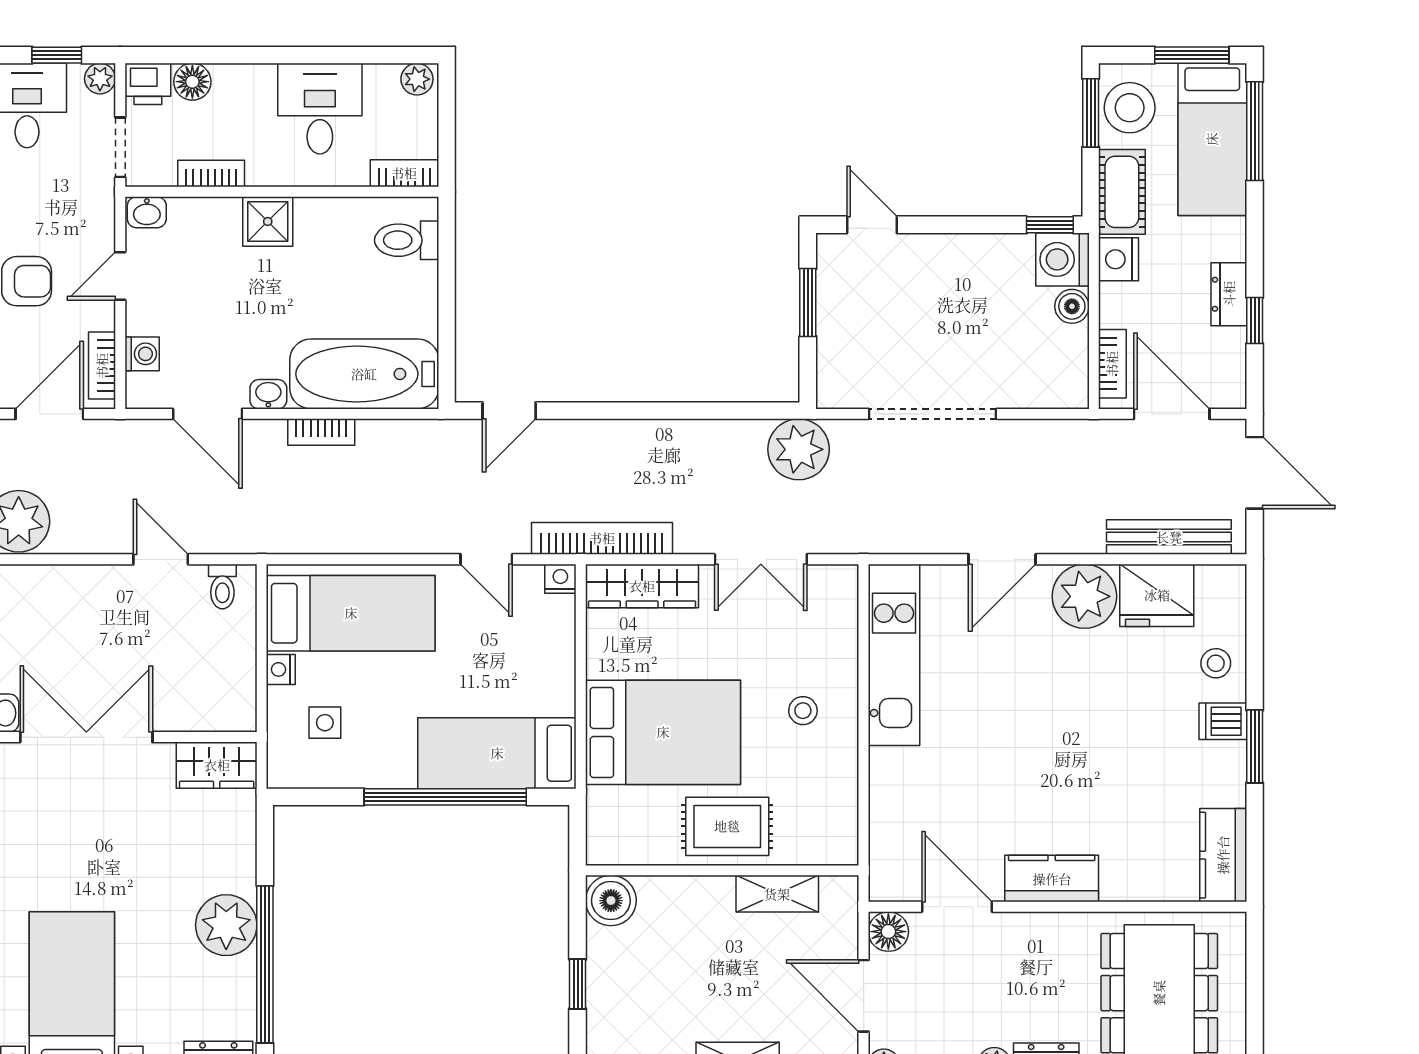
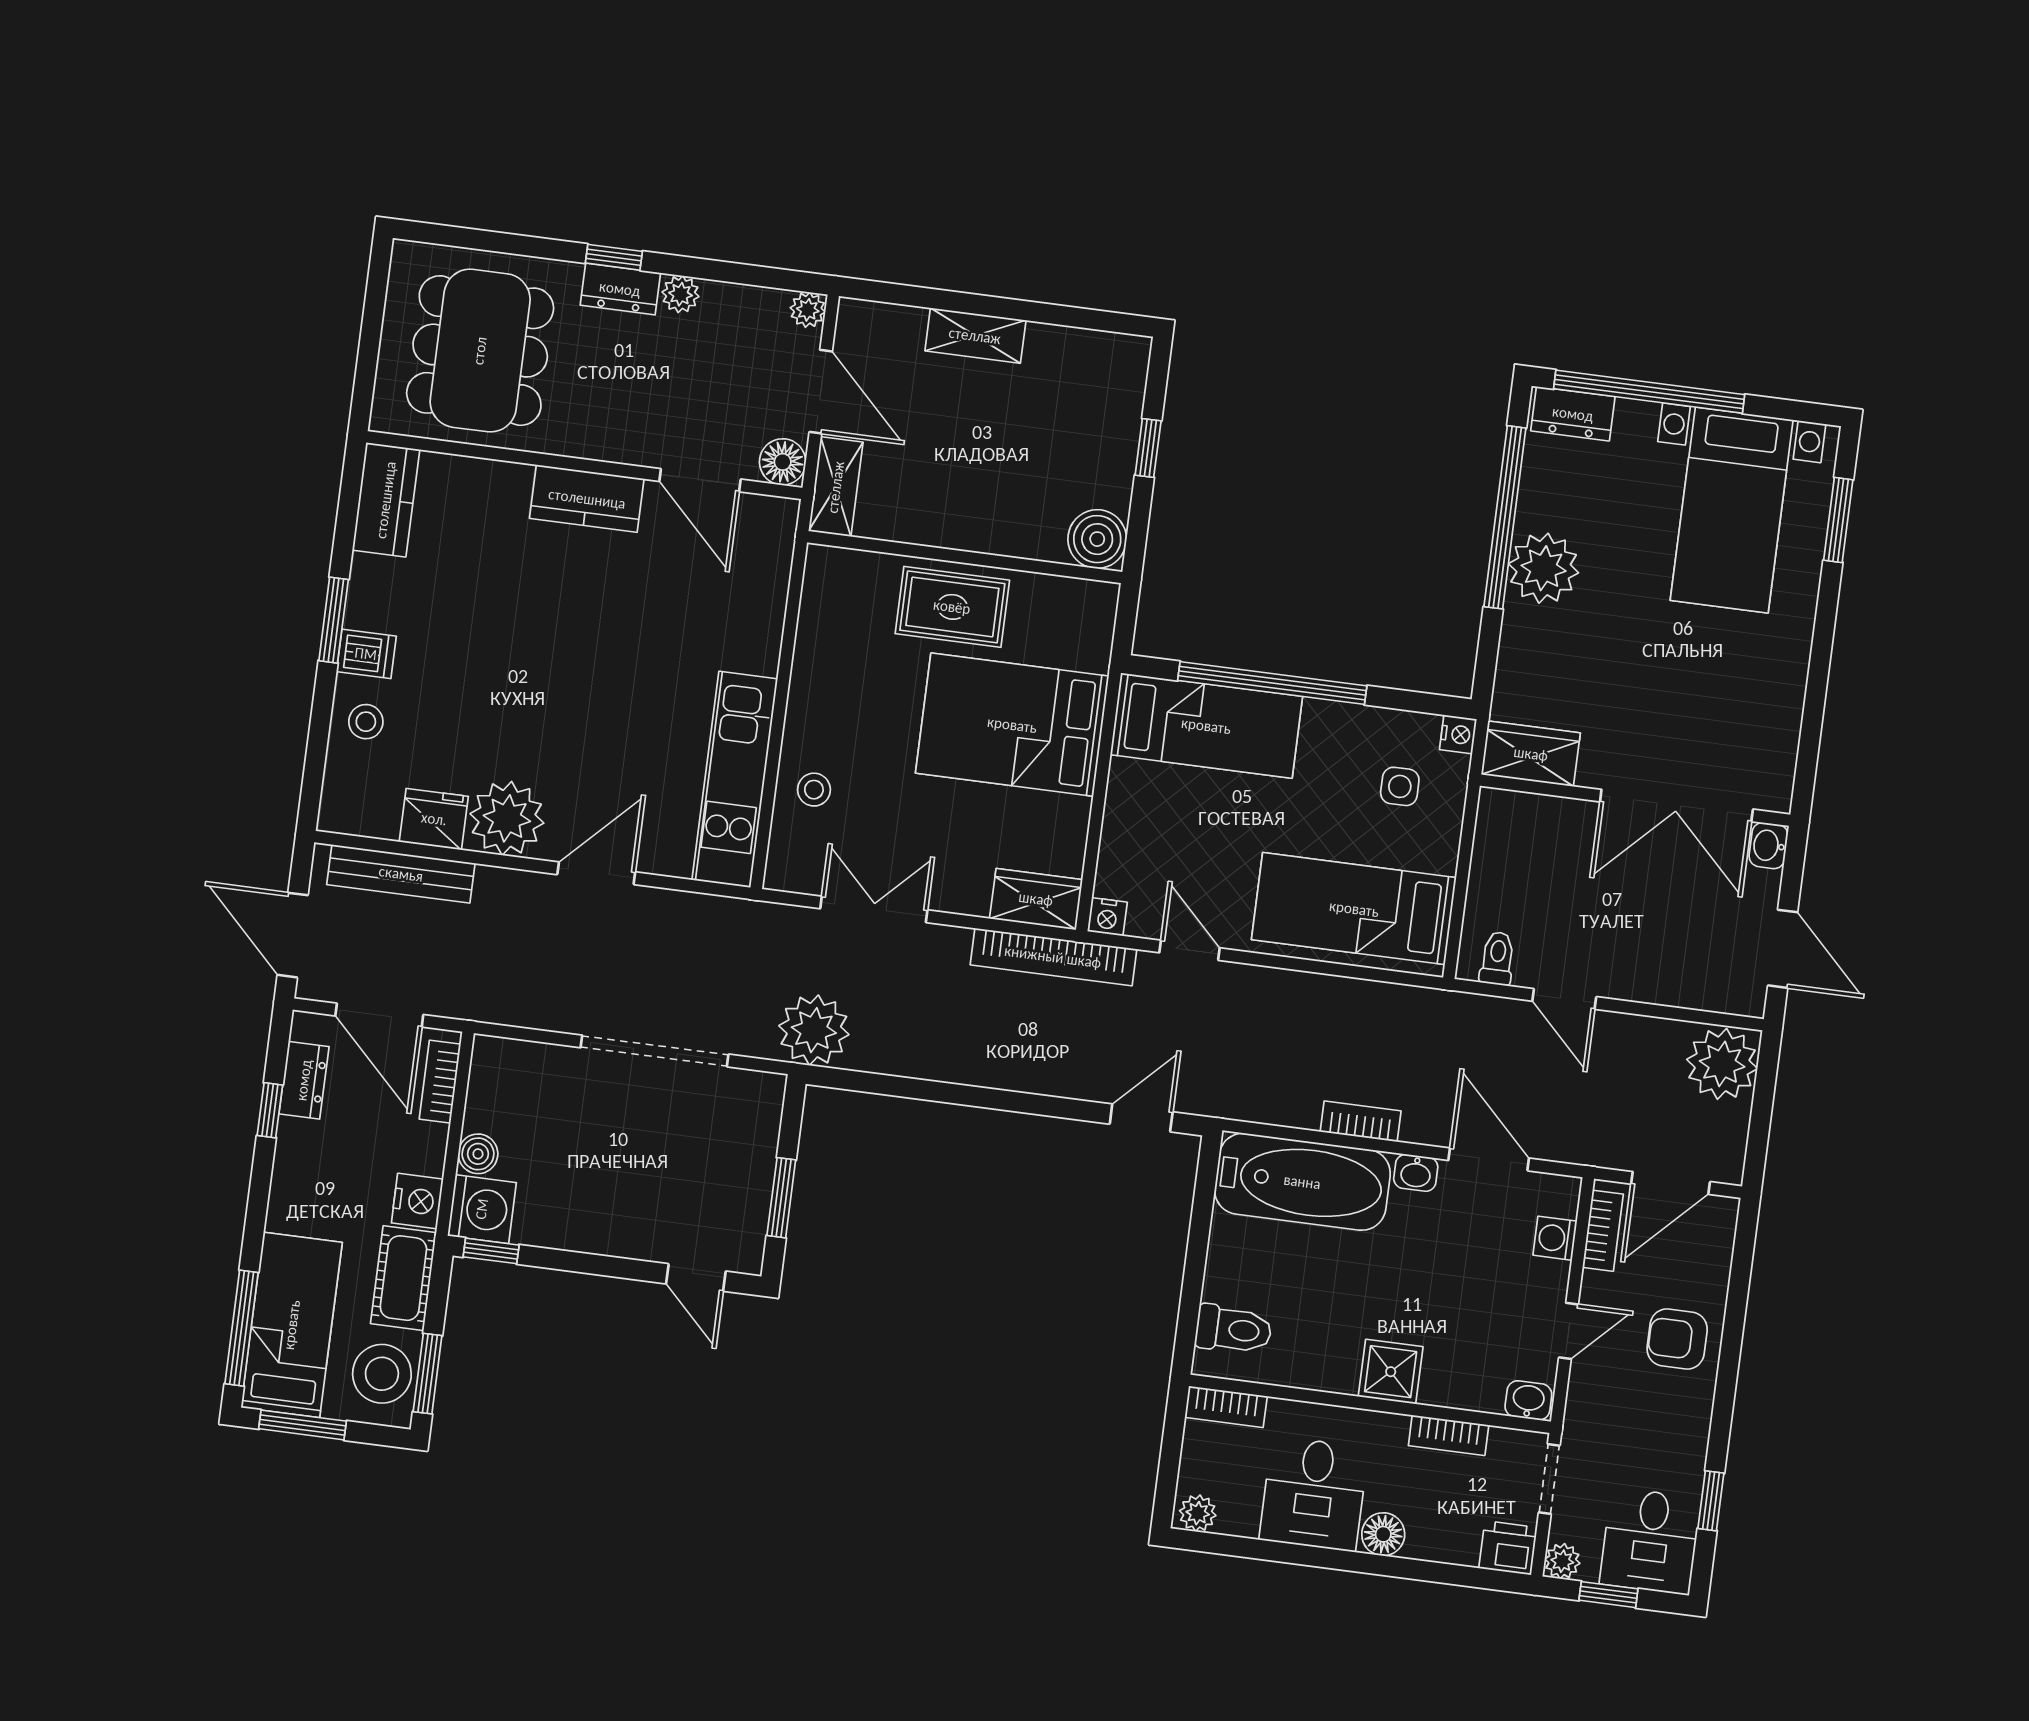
floor lamp: (192, 82) -> (1383, 1534), moved
dresser: (1229, 294) -> (304, 1080), moved
wardrobe: (642, 586) -> (1036, 899), width x0.67
fridge: (1157, 595) -> (434, 819), width x0.73, depth x0.75
nightstand: (281, 669) -> (1458, 734), moved
stool: (803, 711) -> (814, 790), moved
shelving: (777, 894) -> (836, 487), moved, turned 90

